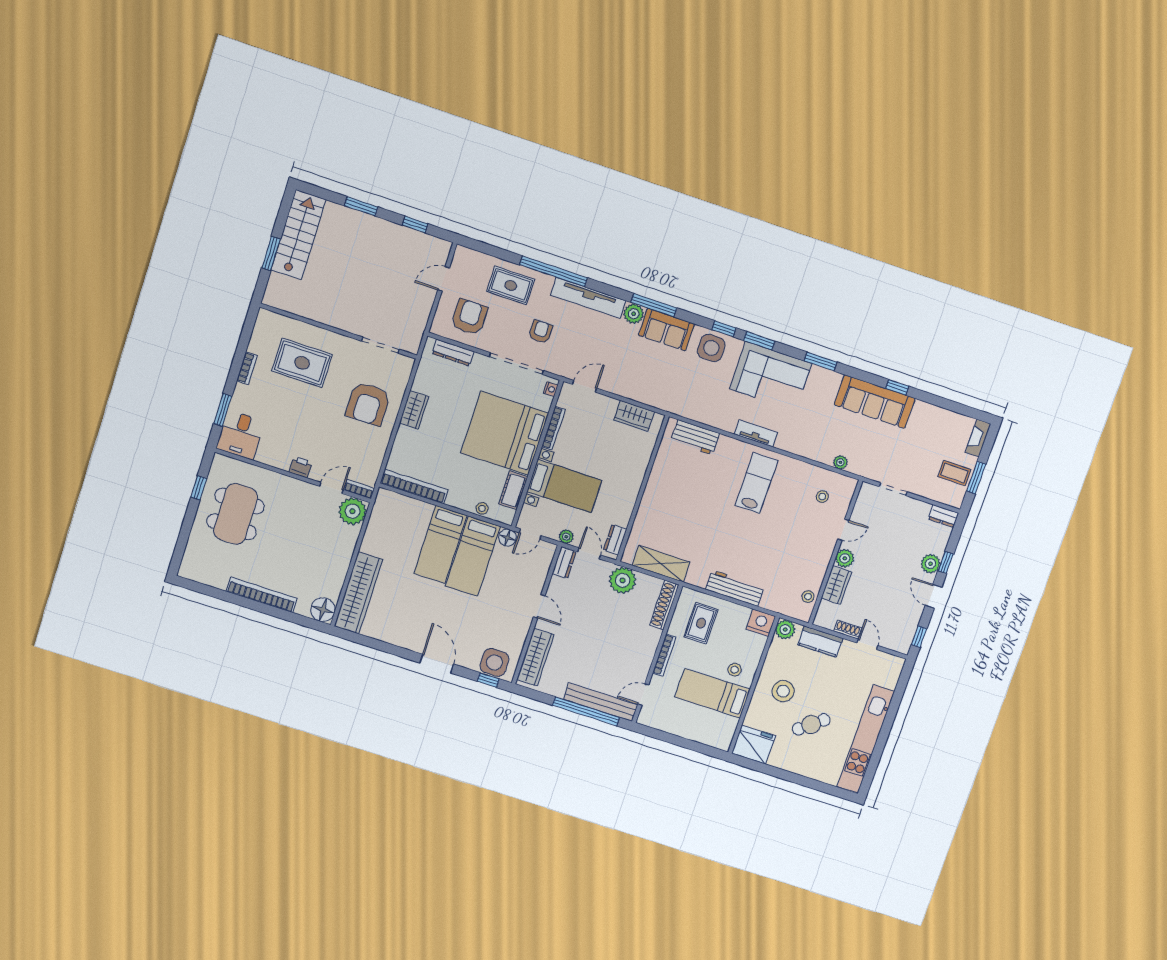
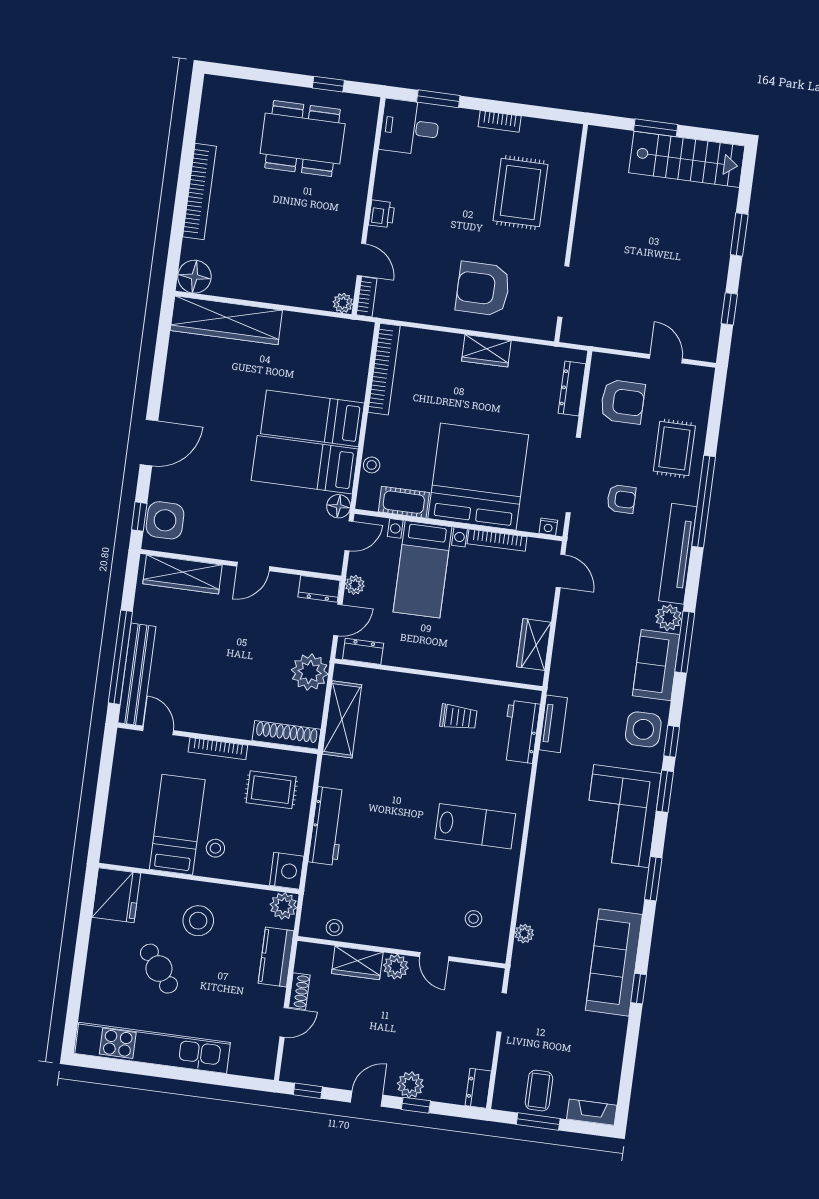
tv unit: (756, 433) -> (553, 724), moved
trolley: (676, 480) -> (458, 717), added
plant: (352, 511) -> (343, 303), width x0.53, depth x0.53
door: (530, 534) -> (349, 536), swing flipped

